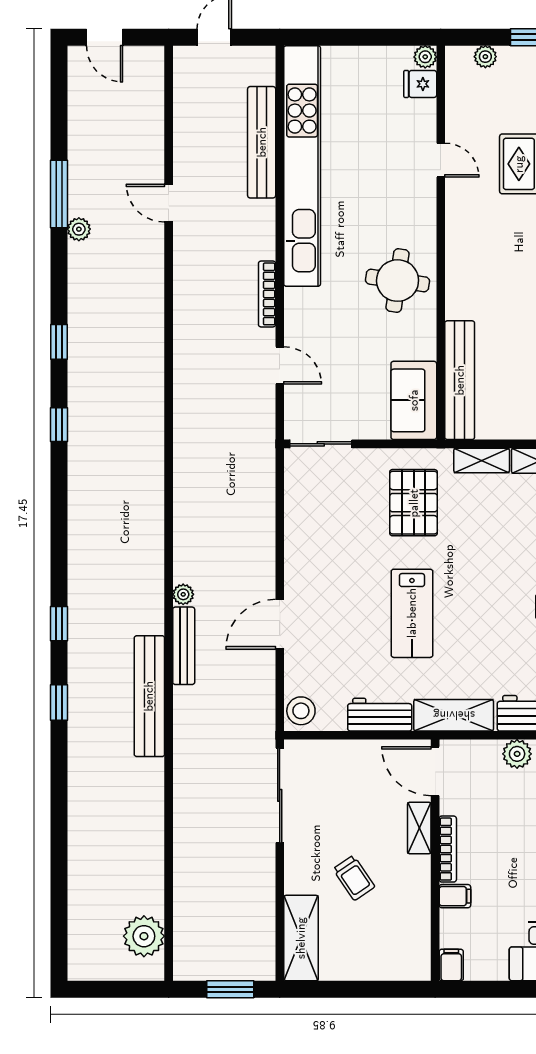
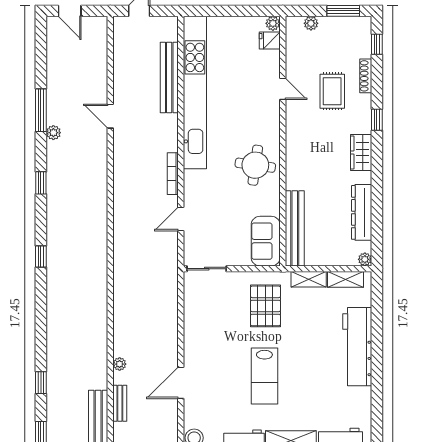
window: (59, 342) -> (41, 183), moved
door: (280, 365) -> (181, 219), swing flipped
bench: (184, 646) -> (120, 403), width x0.73

